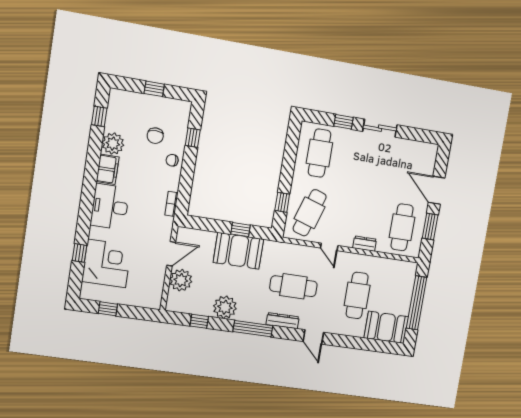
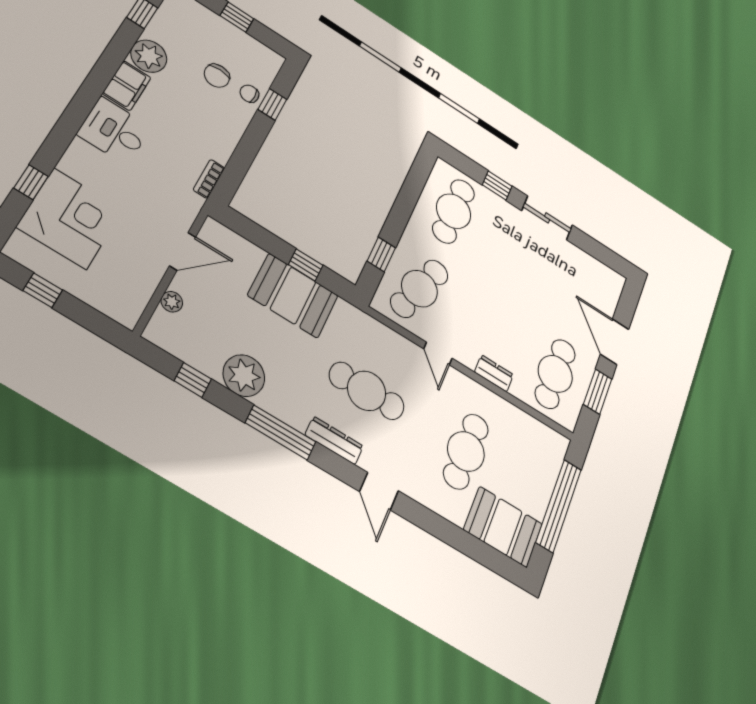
chair: (172, 160) -> (249, 94), moved
desk: (110, 207) -> (114, 131), width x0.73
plant: (181, 280) -> (172, 302), width x0.53, depth x0.53

